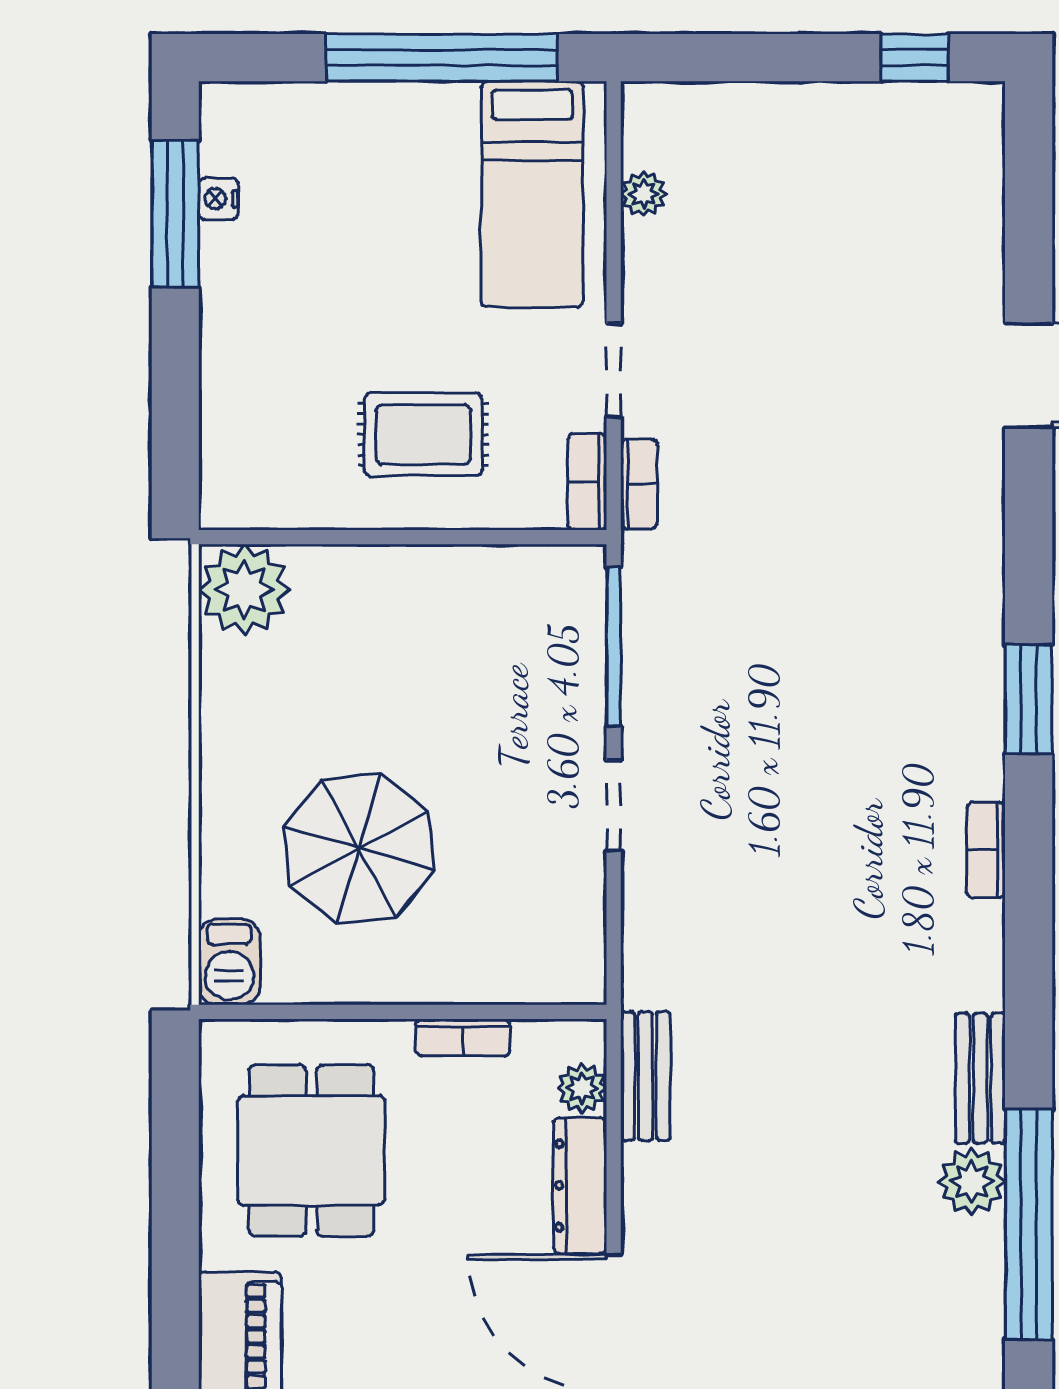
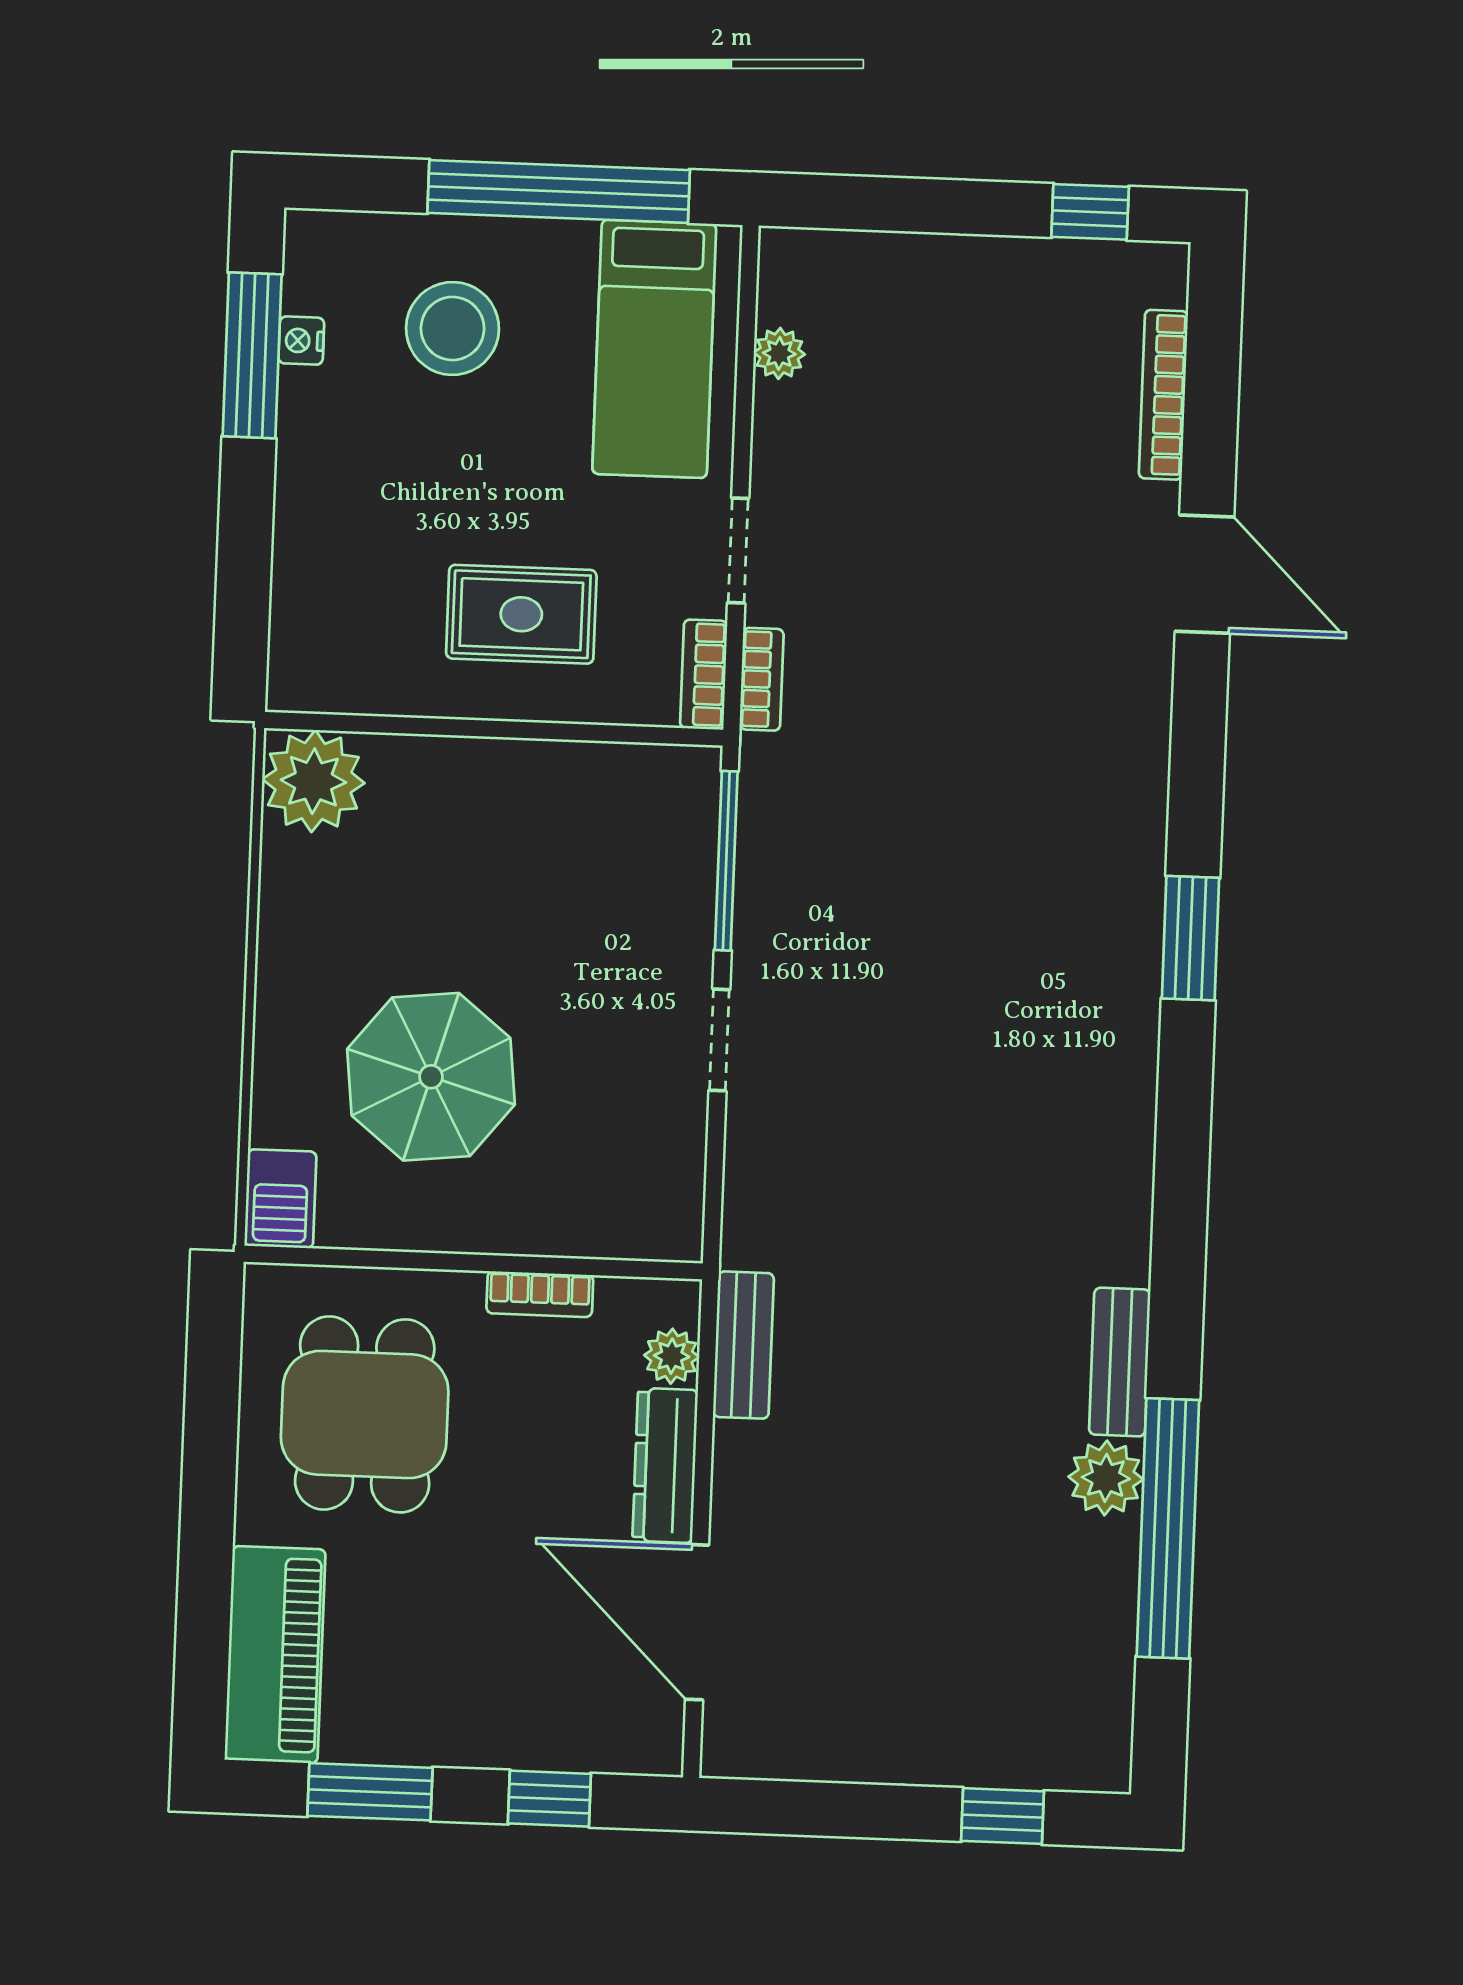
stool: (352, 183) -> (452, 328), added
bookcase: (986, 850) -> (1163, 395), moved, width x1.56

